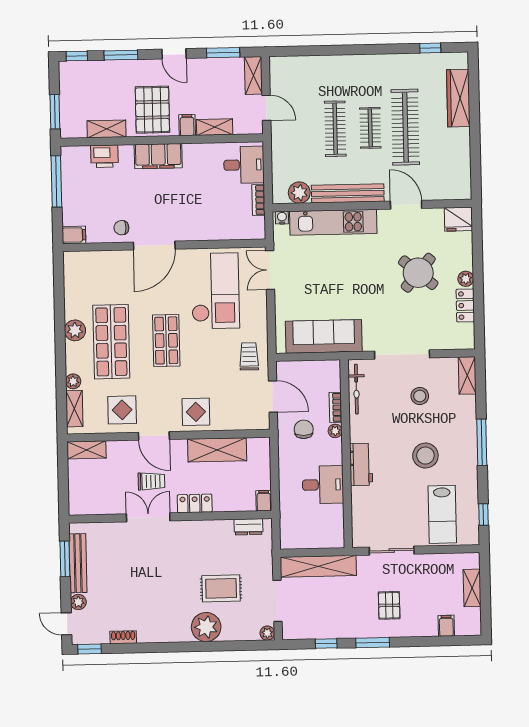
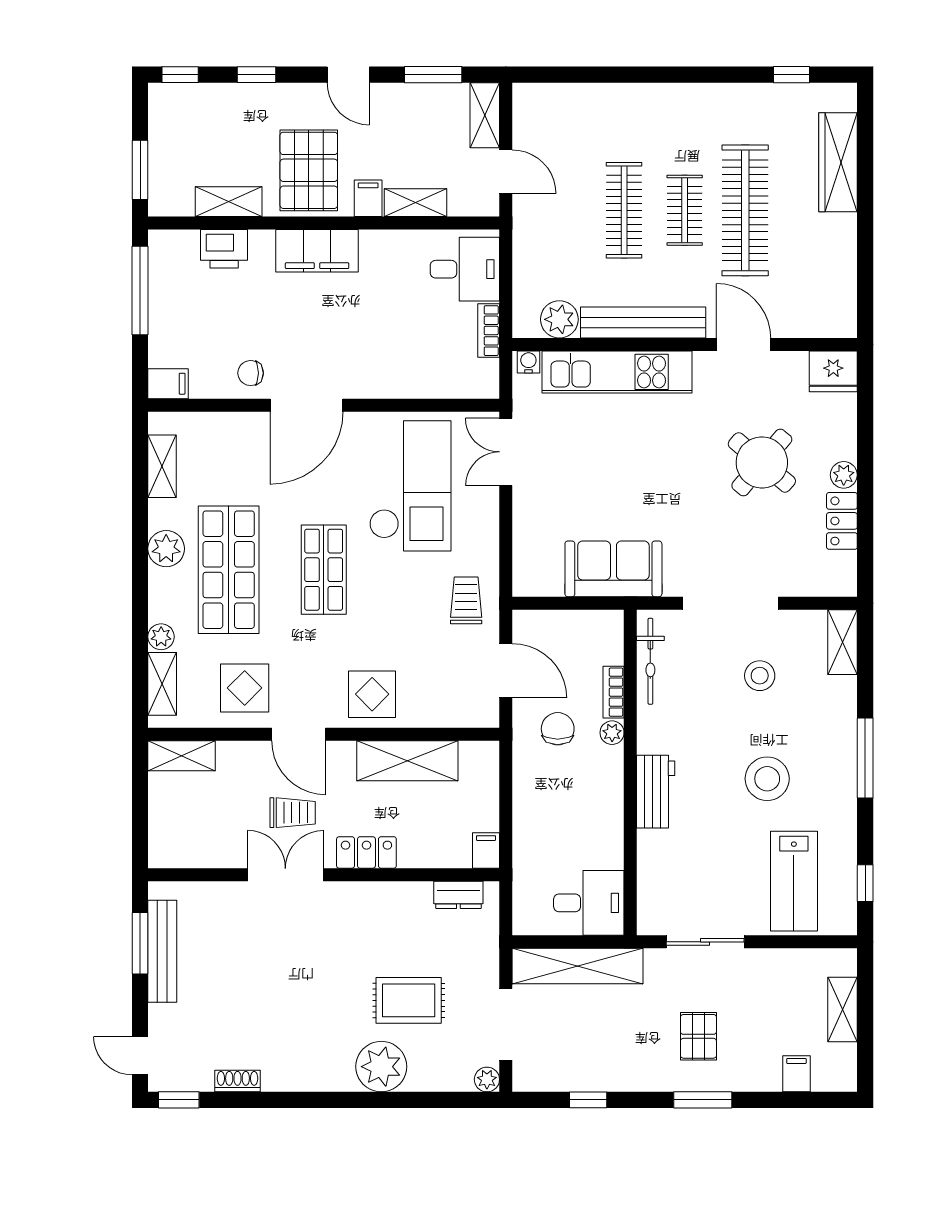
window: (121, 55) -> (257, 75), width x0.67
shelving: (71, 283) -> (162, 466), added
sofa: (324, 336) -> (613, 569), width x0.73
desk: (323, 485) -> (589, 903), moved
plant: (78, 602) -> (161, 1018), removed
window: (373, 643) -> (703, 1100), moved

